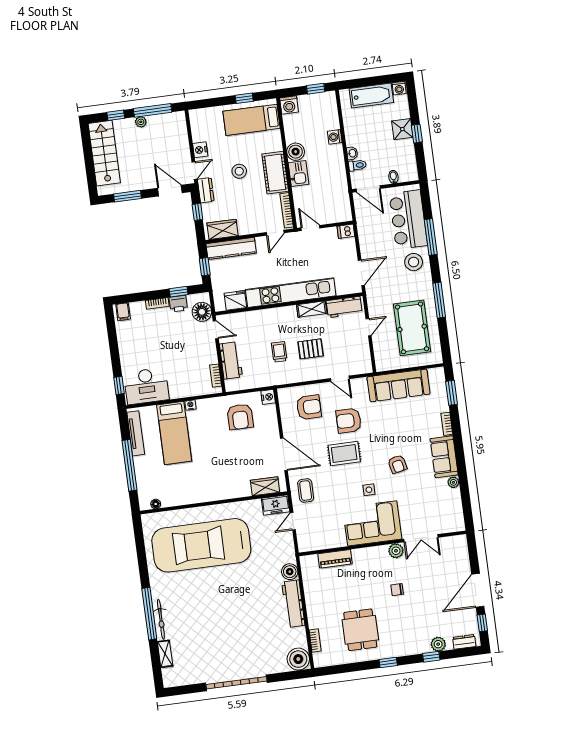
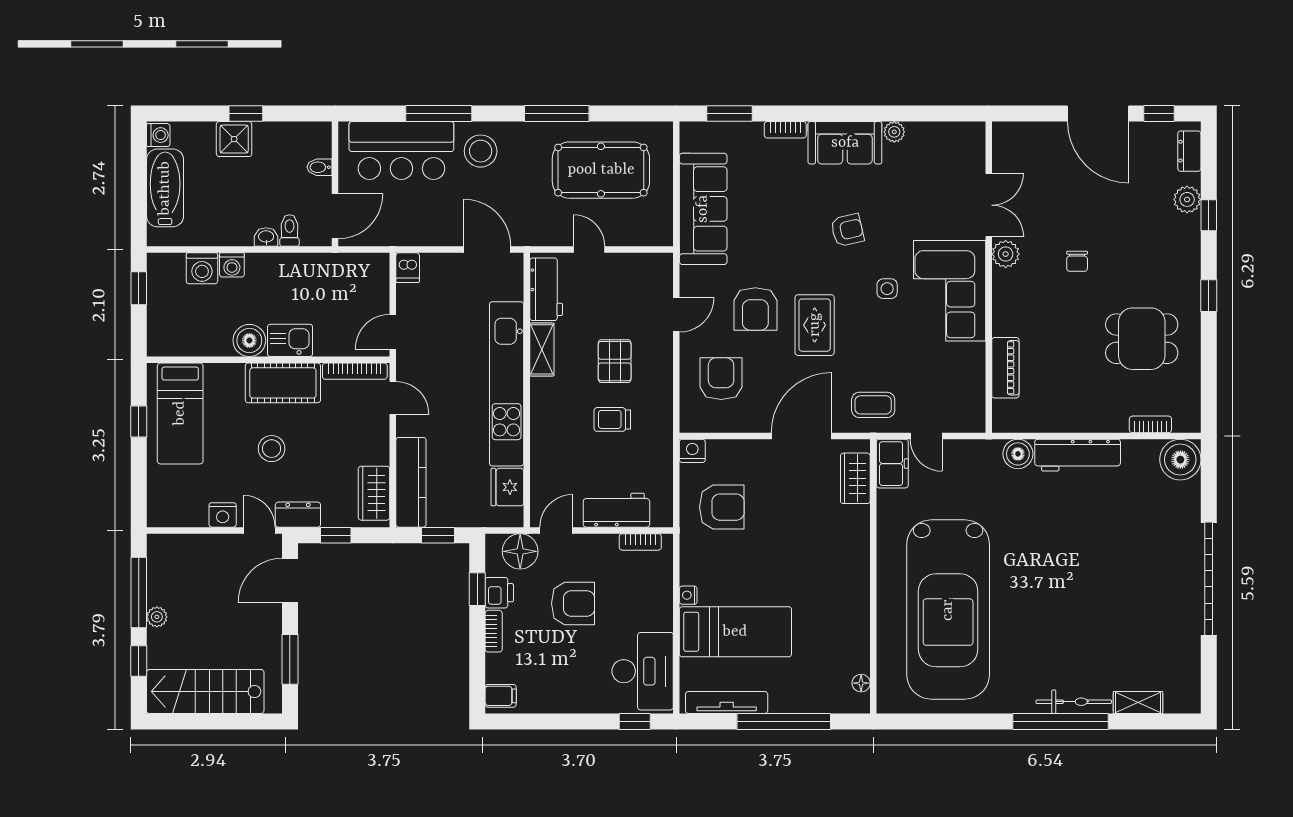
washing machine: (289, 105) -> (202, 268), moved, turned 90
armchair: (178, 344) -> (573, 603), added

